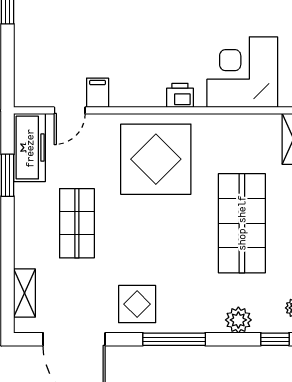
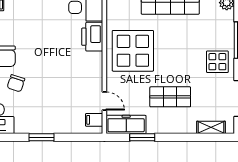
filing cabinet: (98, 93) -> (94, 120), moved
printer: (180, 95) -> (92, 37), width x1.87, depth x1.48

